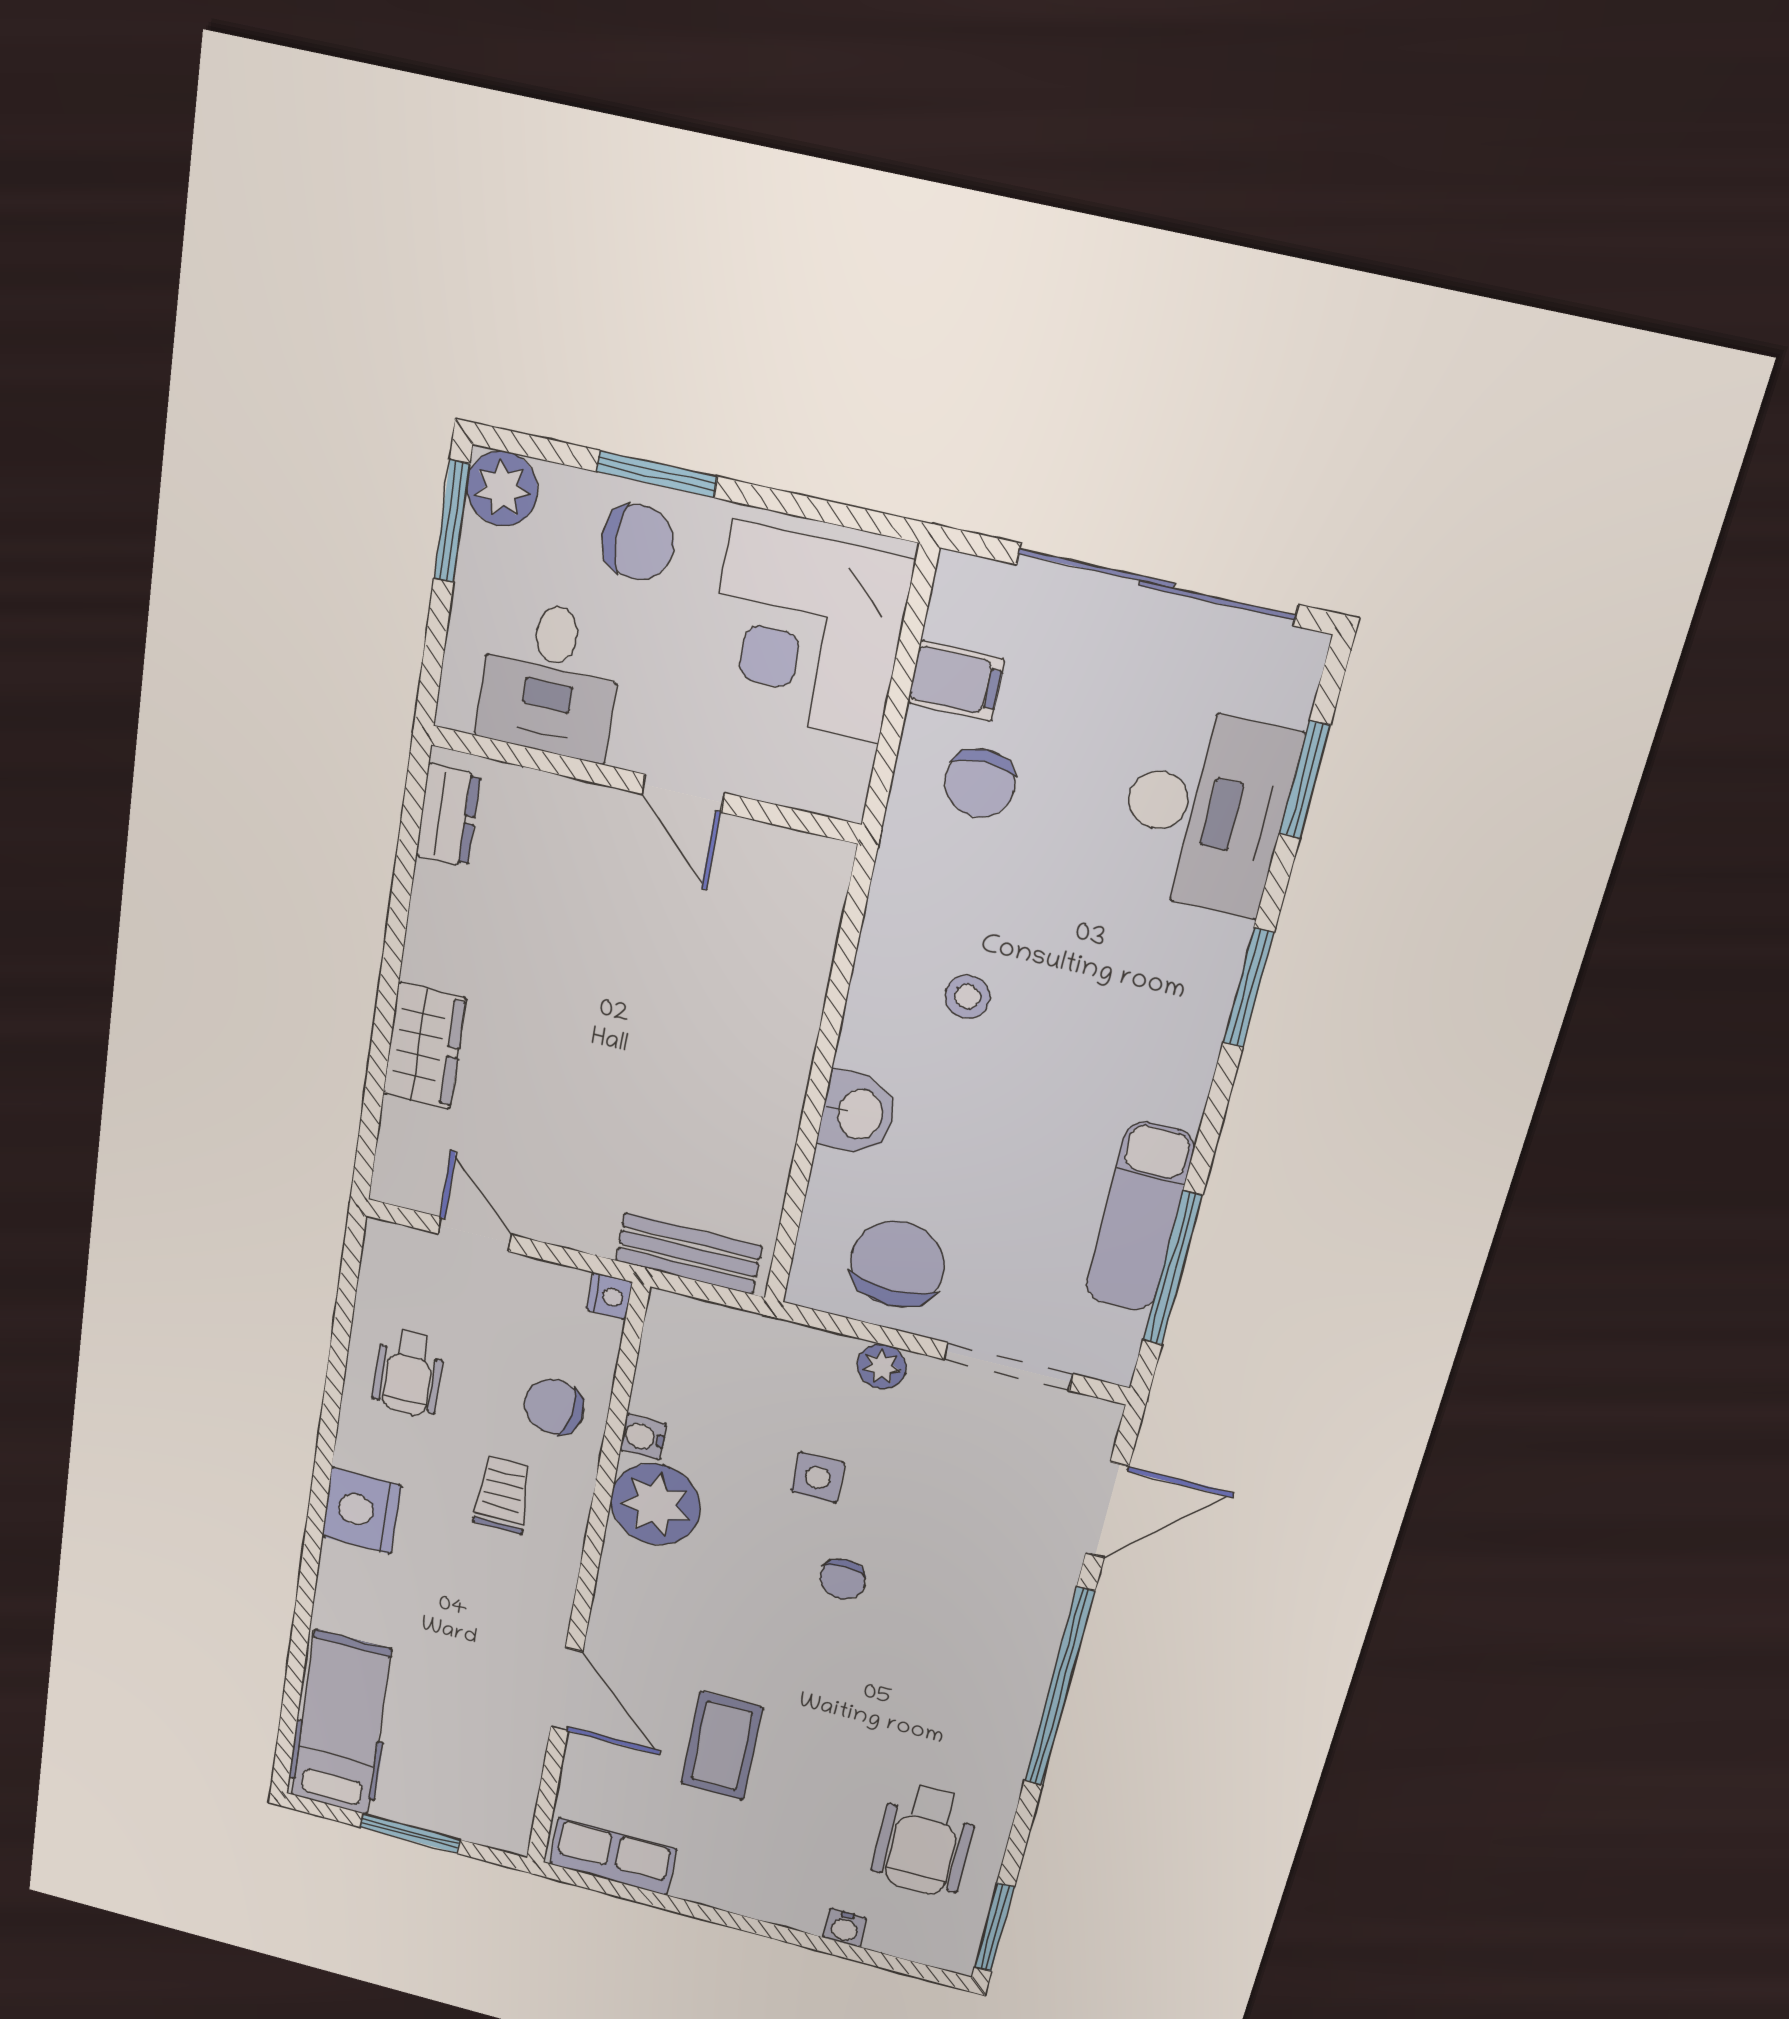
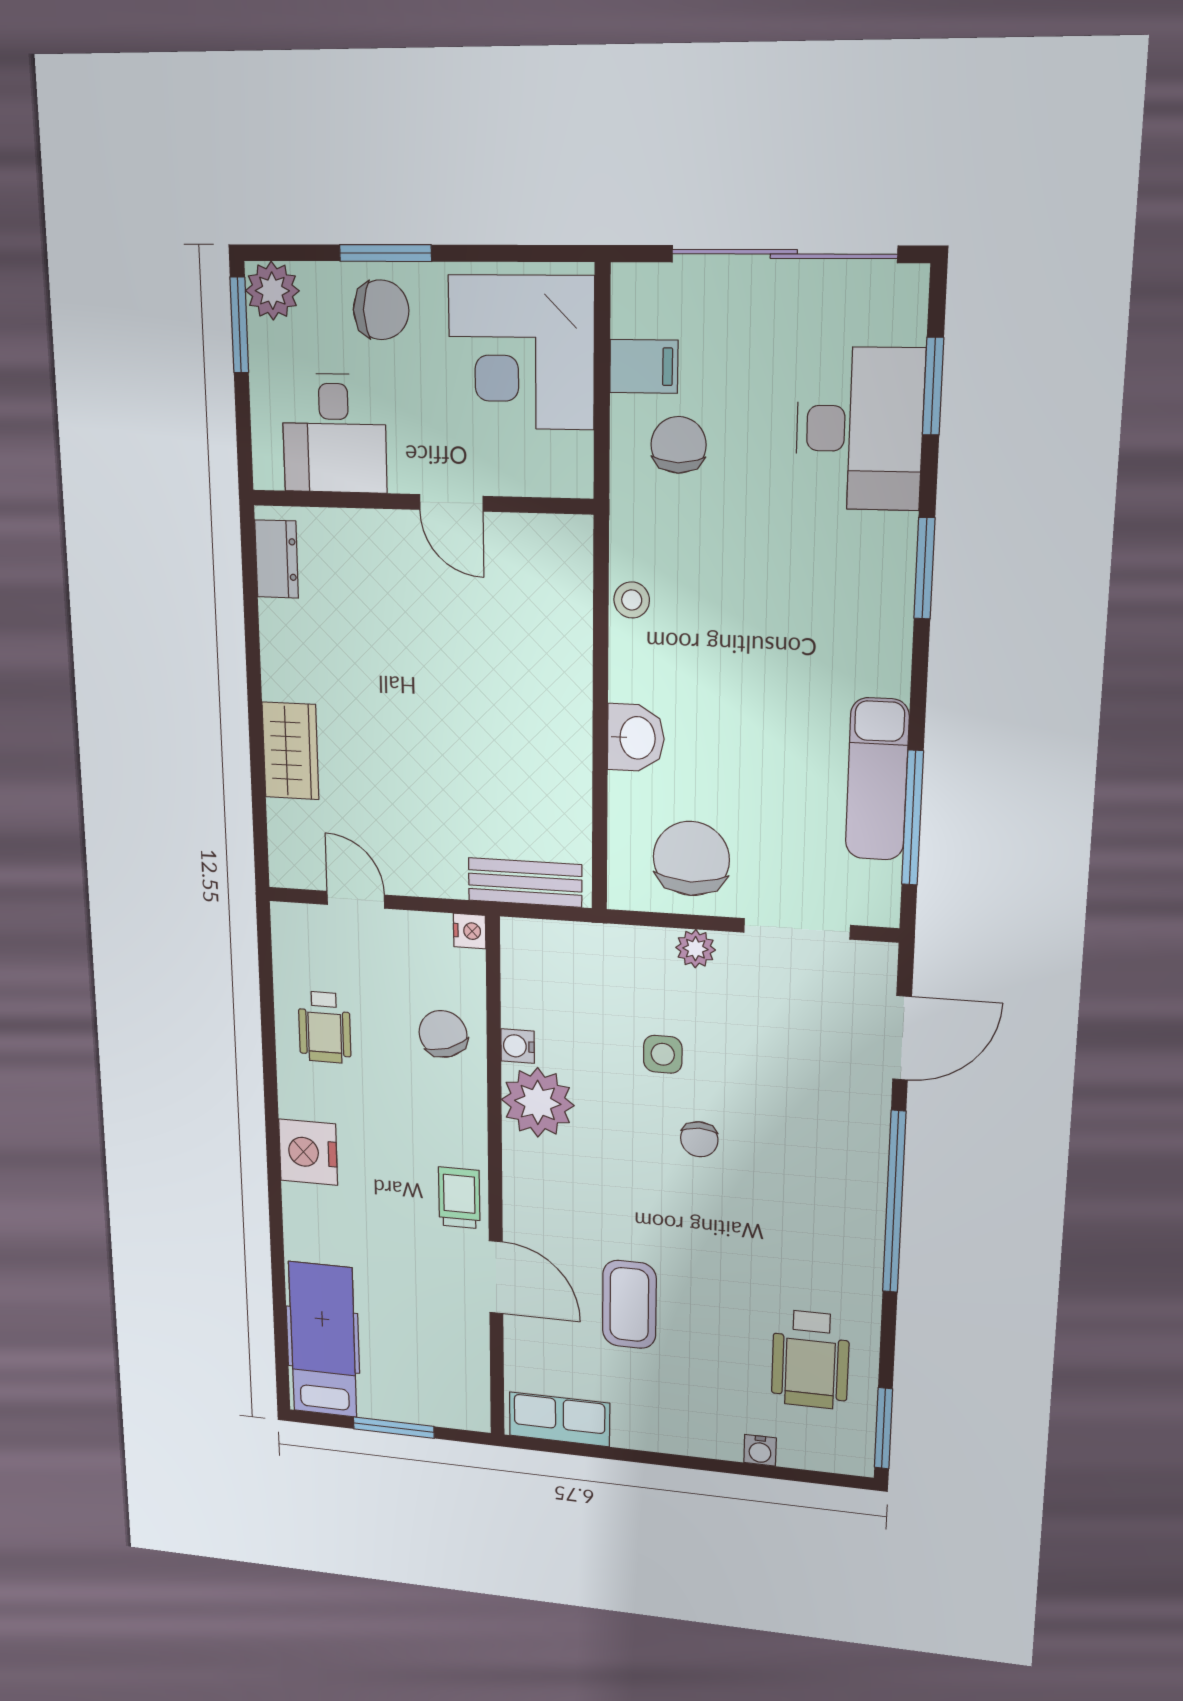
chair: (980, 783) -> (678, 445), turned 180
stool: (967, 997) -> (632, 600), moved
chair: (554, 1407) -> (443, 1034), turned 62
trolley: (503, 1495) -> (459, 1198), moved

